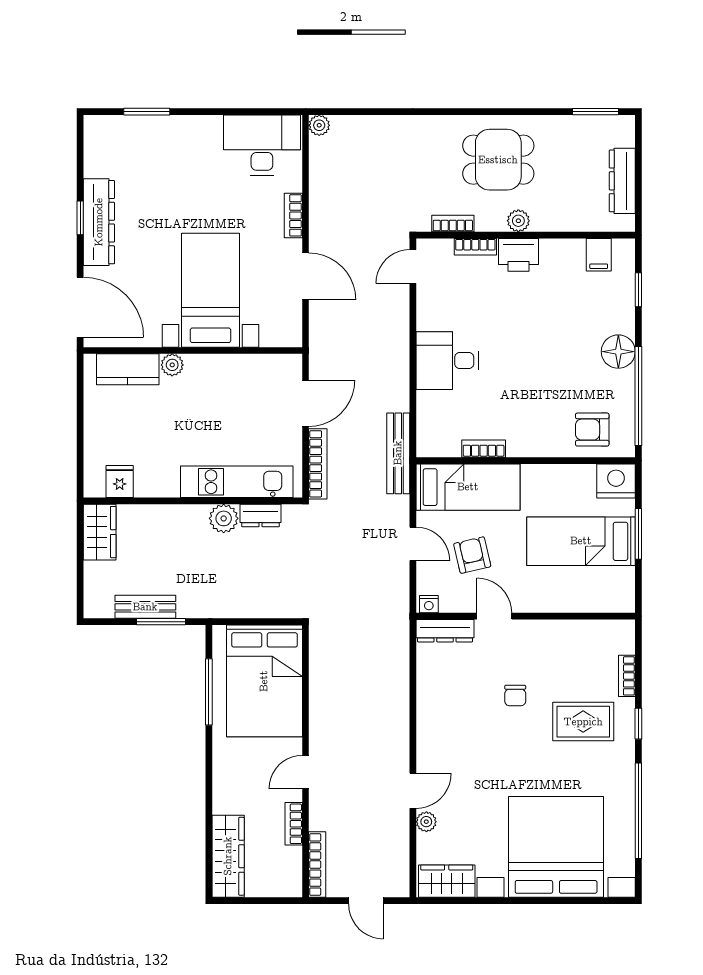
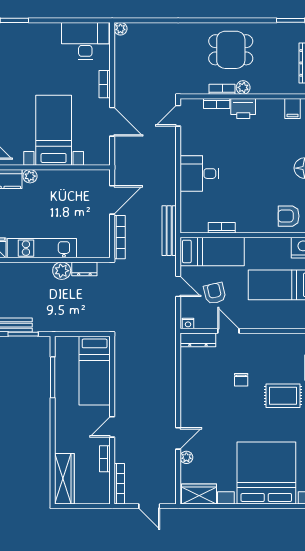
bookcase: (453, 223) -> (222, 89), moved
kitchen unit: (237, 482) -> (42, 248), moved
bed: (264, 681) -> (95, 371), width x0.67

